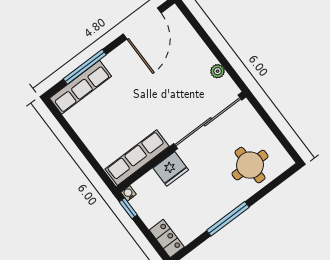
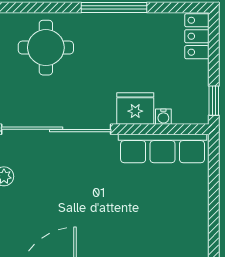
water cooler: (129, 193) -> (163, 117), moved

